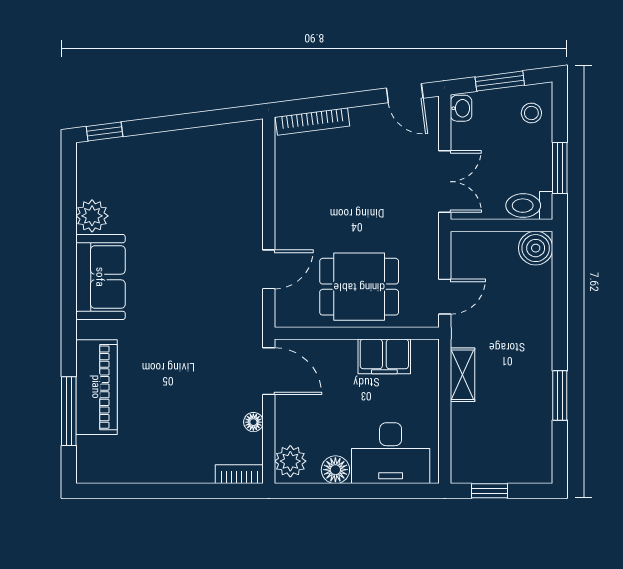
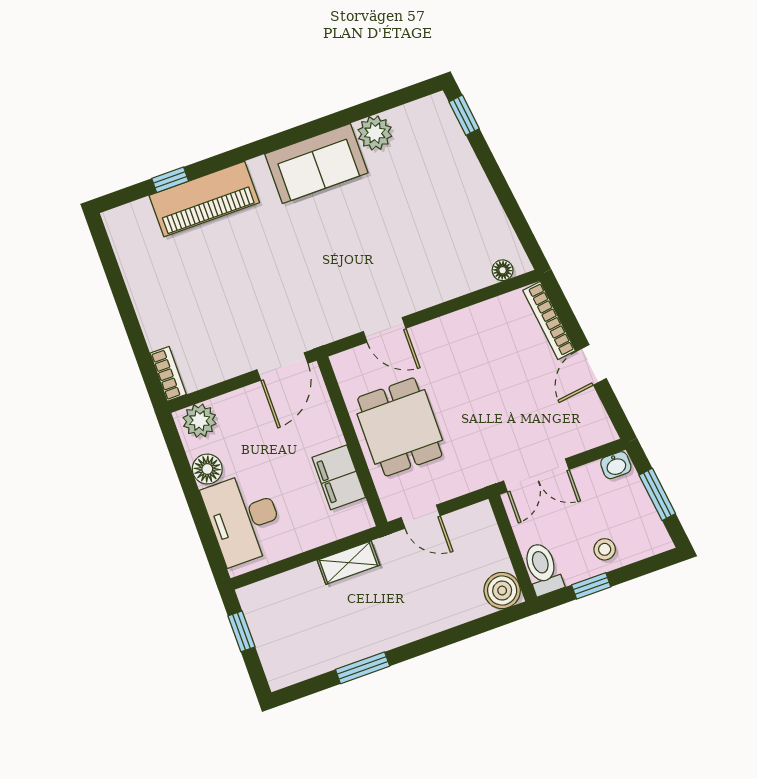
door: (405, 93) -> (591, 365), moved
stool: (531, 113) -> (605, 549), moved
window: (560, 168) -> (591, 586), width x0.67
window: (69, 411) -> (170, 180), width x0.46
floor lamp: (253, 422) -> (503, 270), moved

